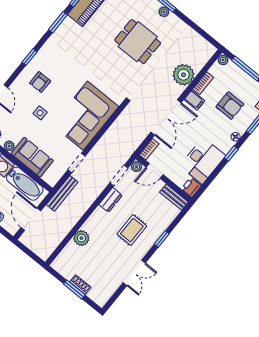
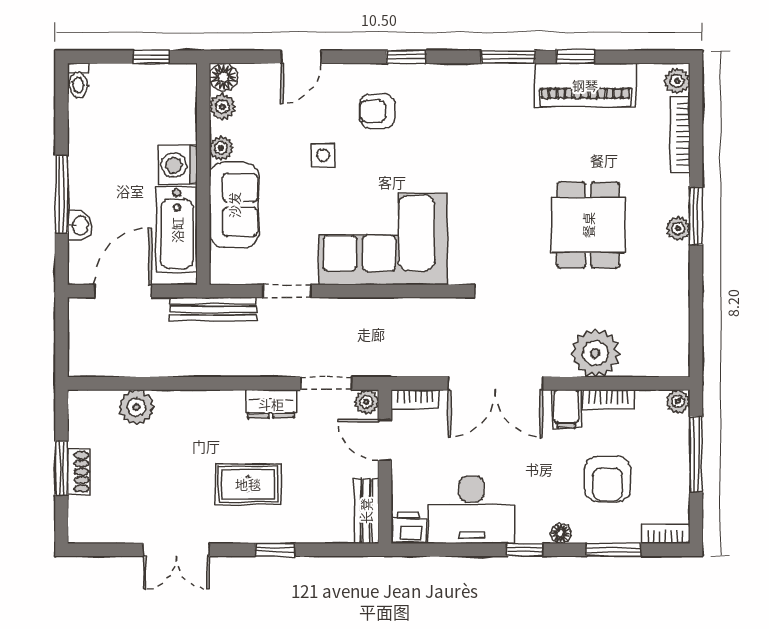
plant: (81, 238) -> (136, 407), moved

